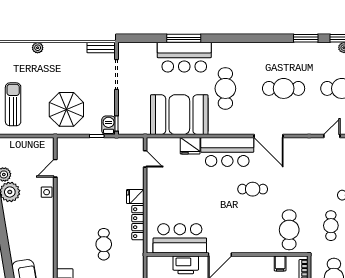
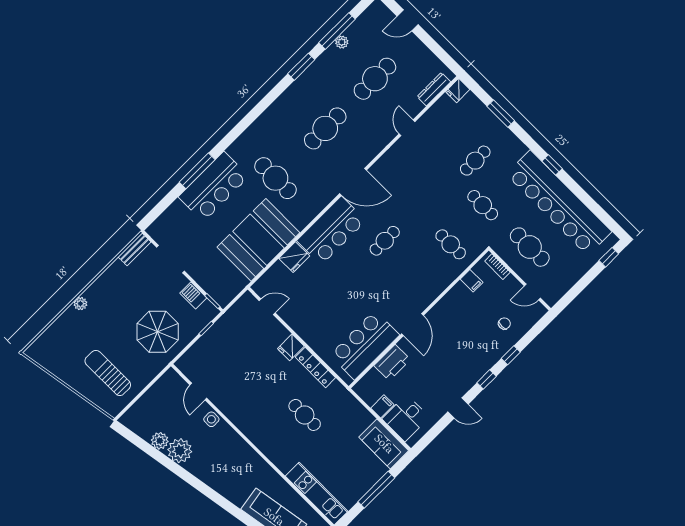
barbecue: (109, 125) -> (193, 295), moved
cafe table: (289, 230) -> (451, 244), width x0.73, depth x0.74

